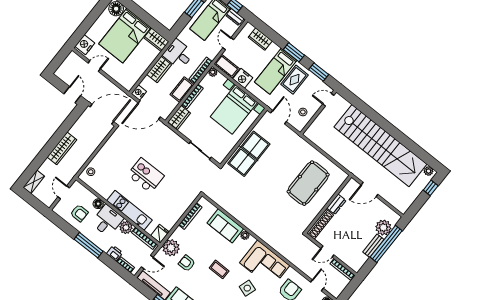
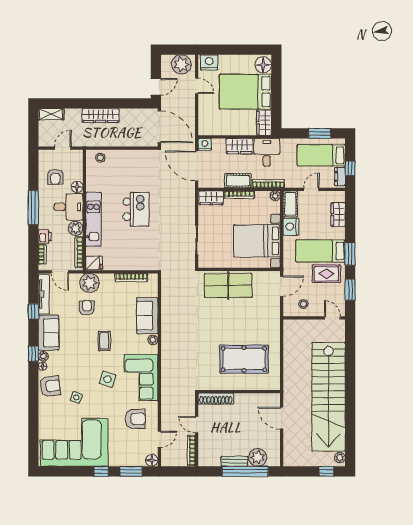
plant: (71, 65) -> (181, 64), added
dresser: (336, 204) -> (245, 399), removed

